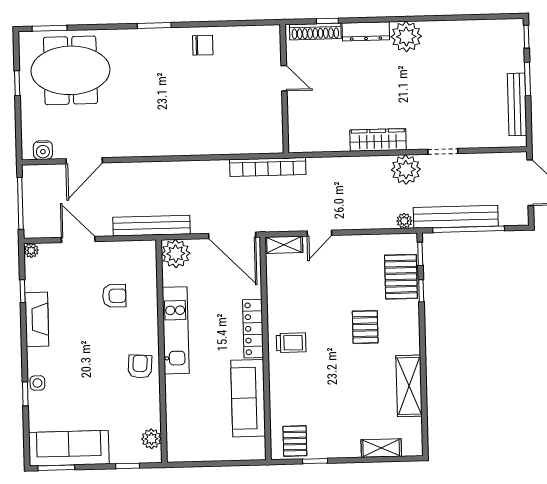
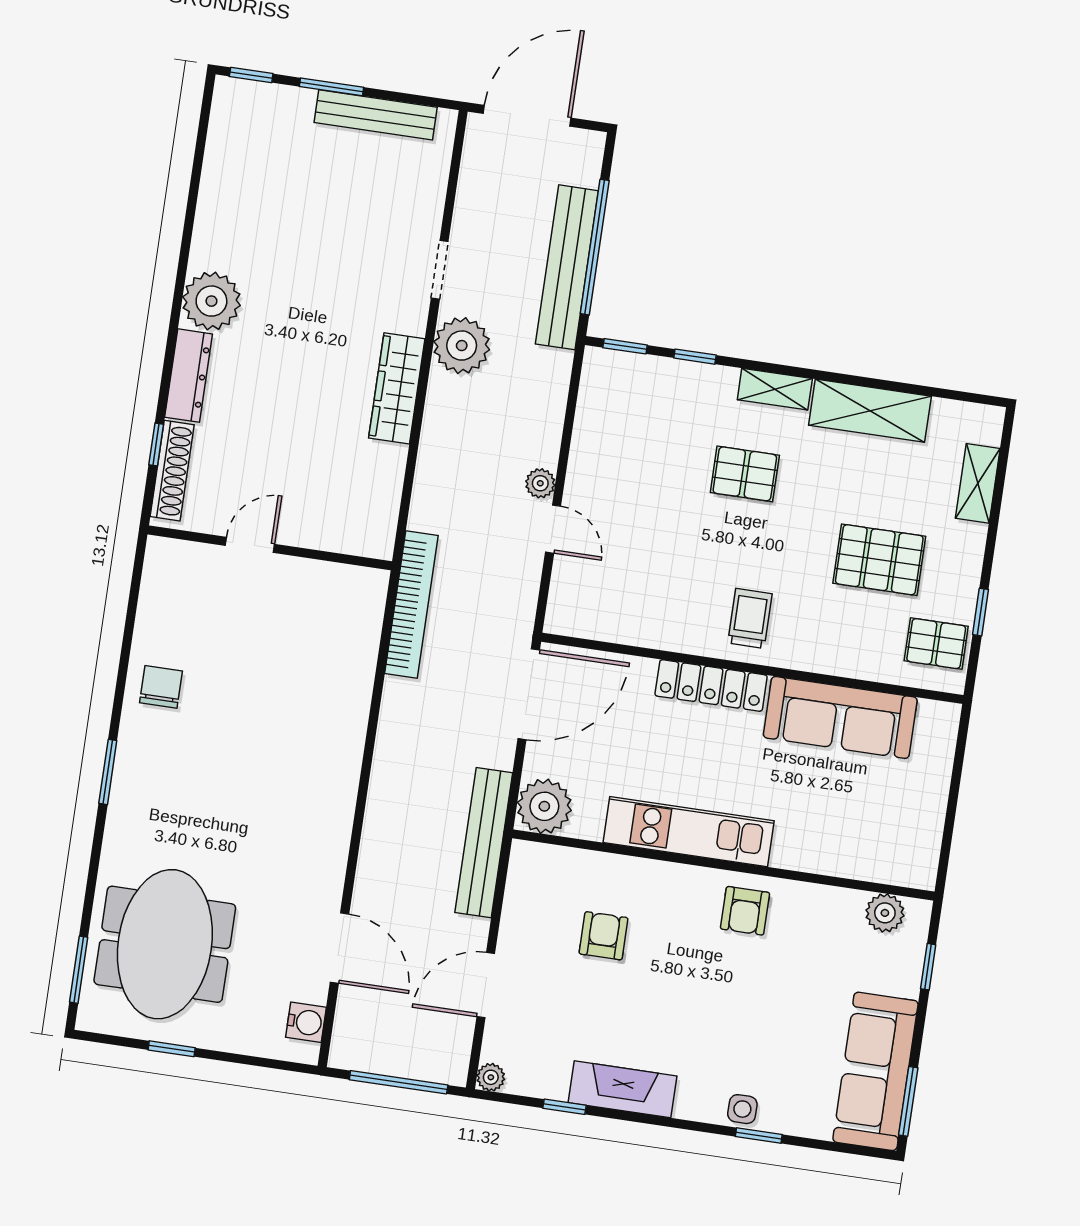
plant: (404, 221) -> (540, 483), moved
shelving: (284, 245) -> (775, 389), moved, turned 90
pallet: (401, 277) -> (879, 560), moved
armchair: (140, 366) -> (745, 911), turned -94

